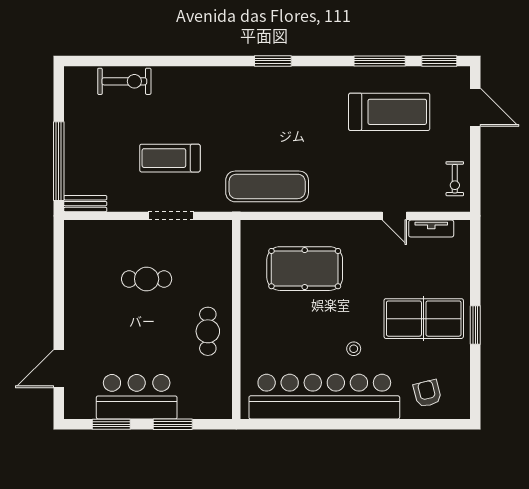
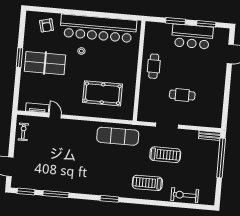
treadmill: (389, 112) -> (147, 183), moved, width x0.73, depth x0.73

